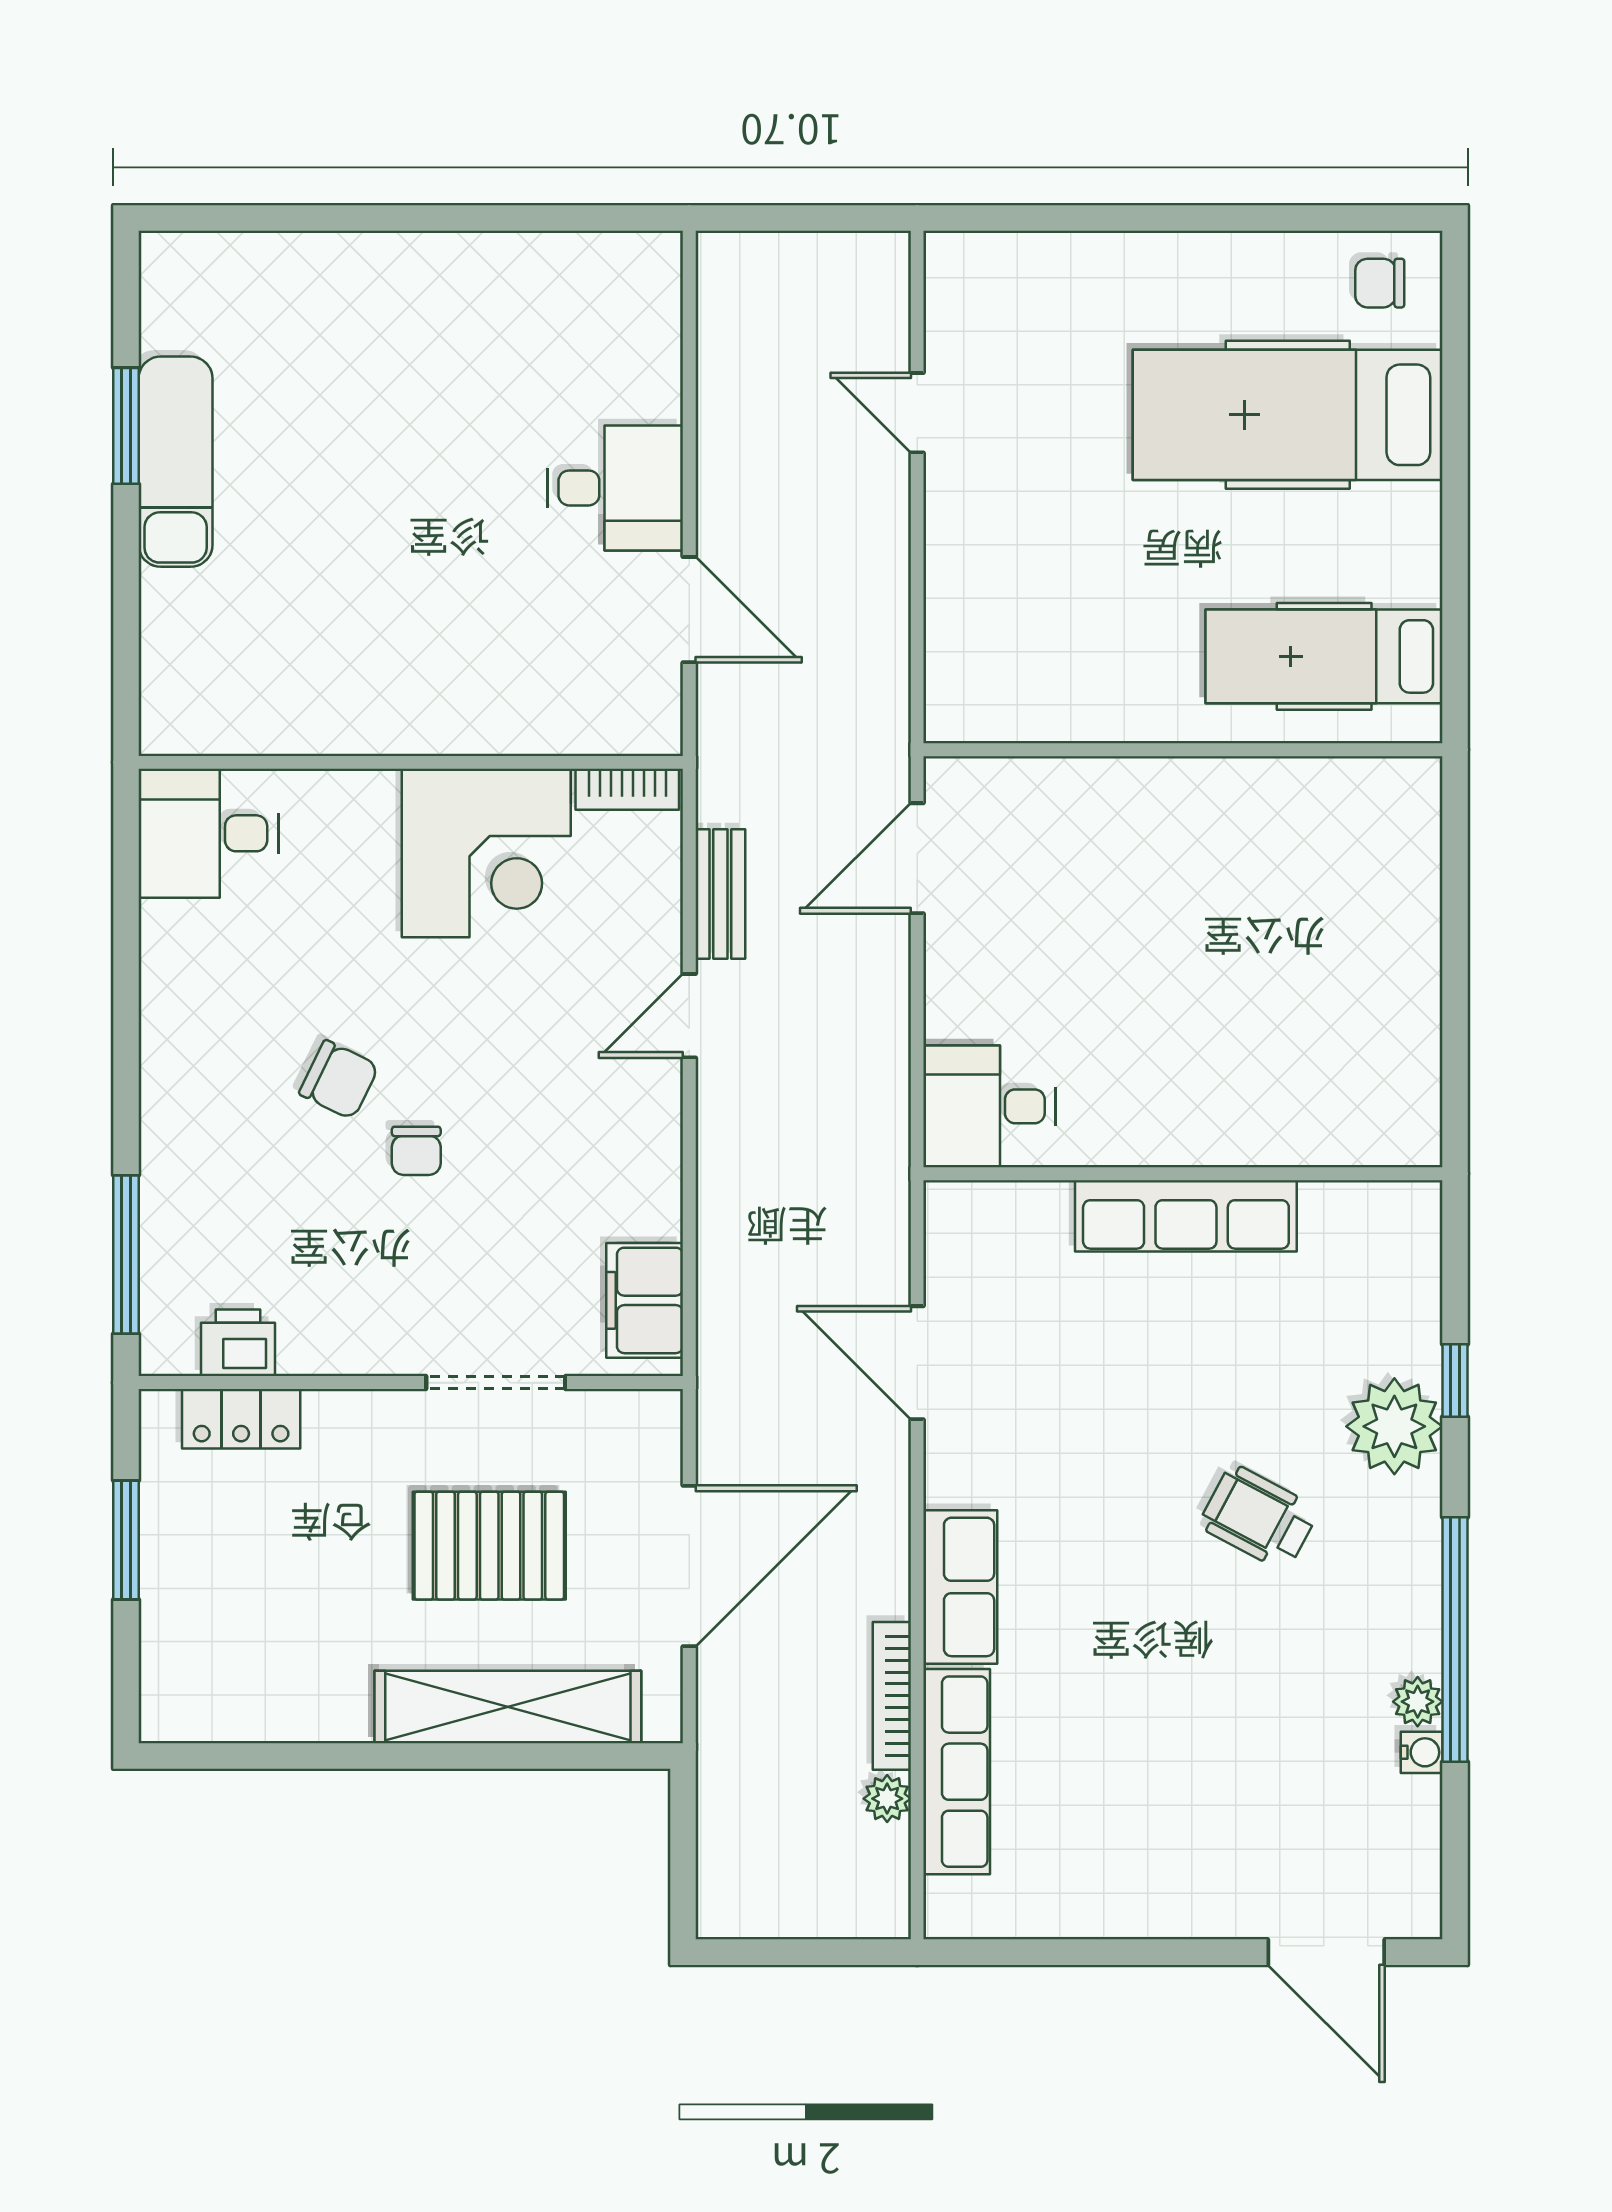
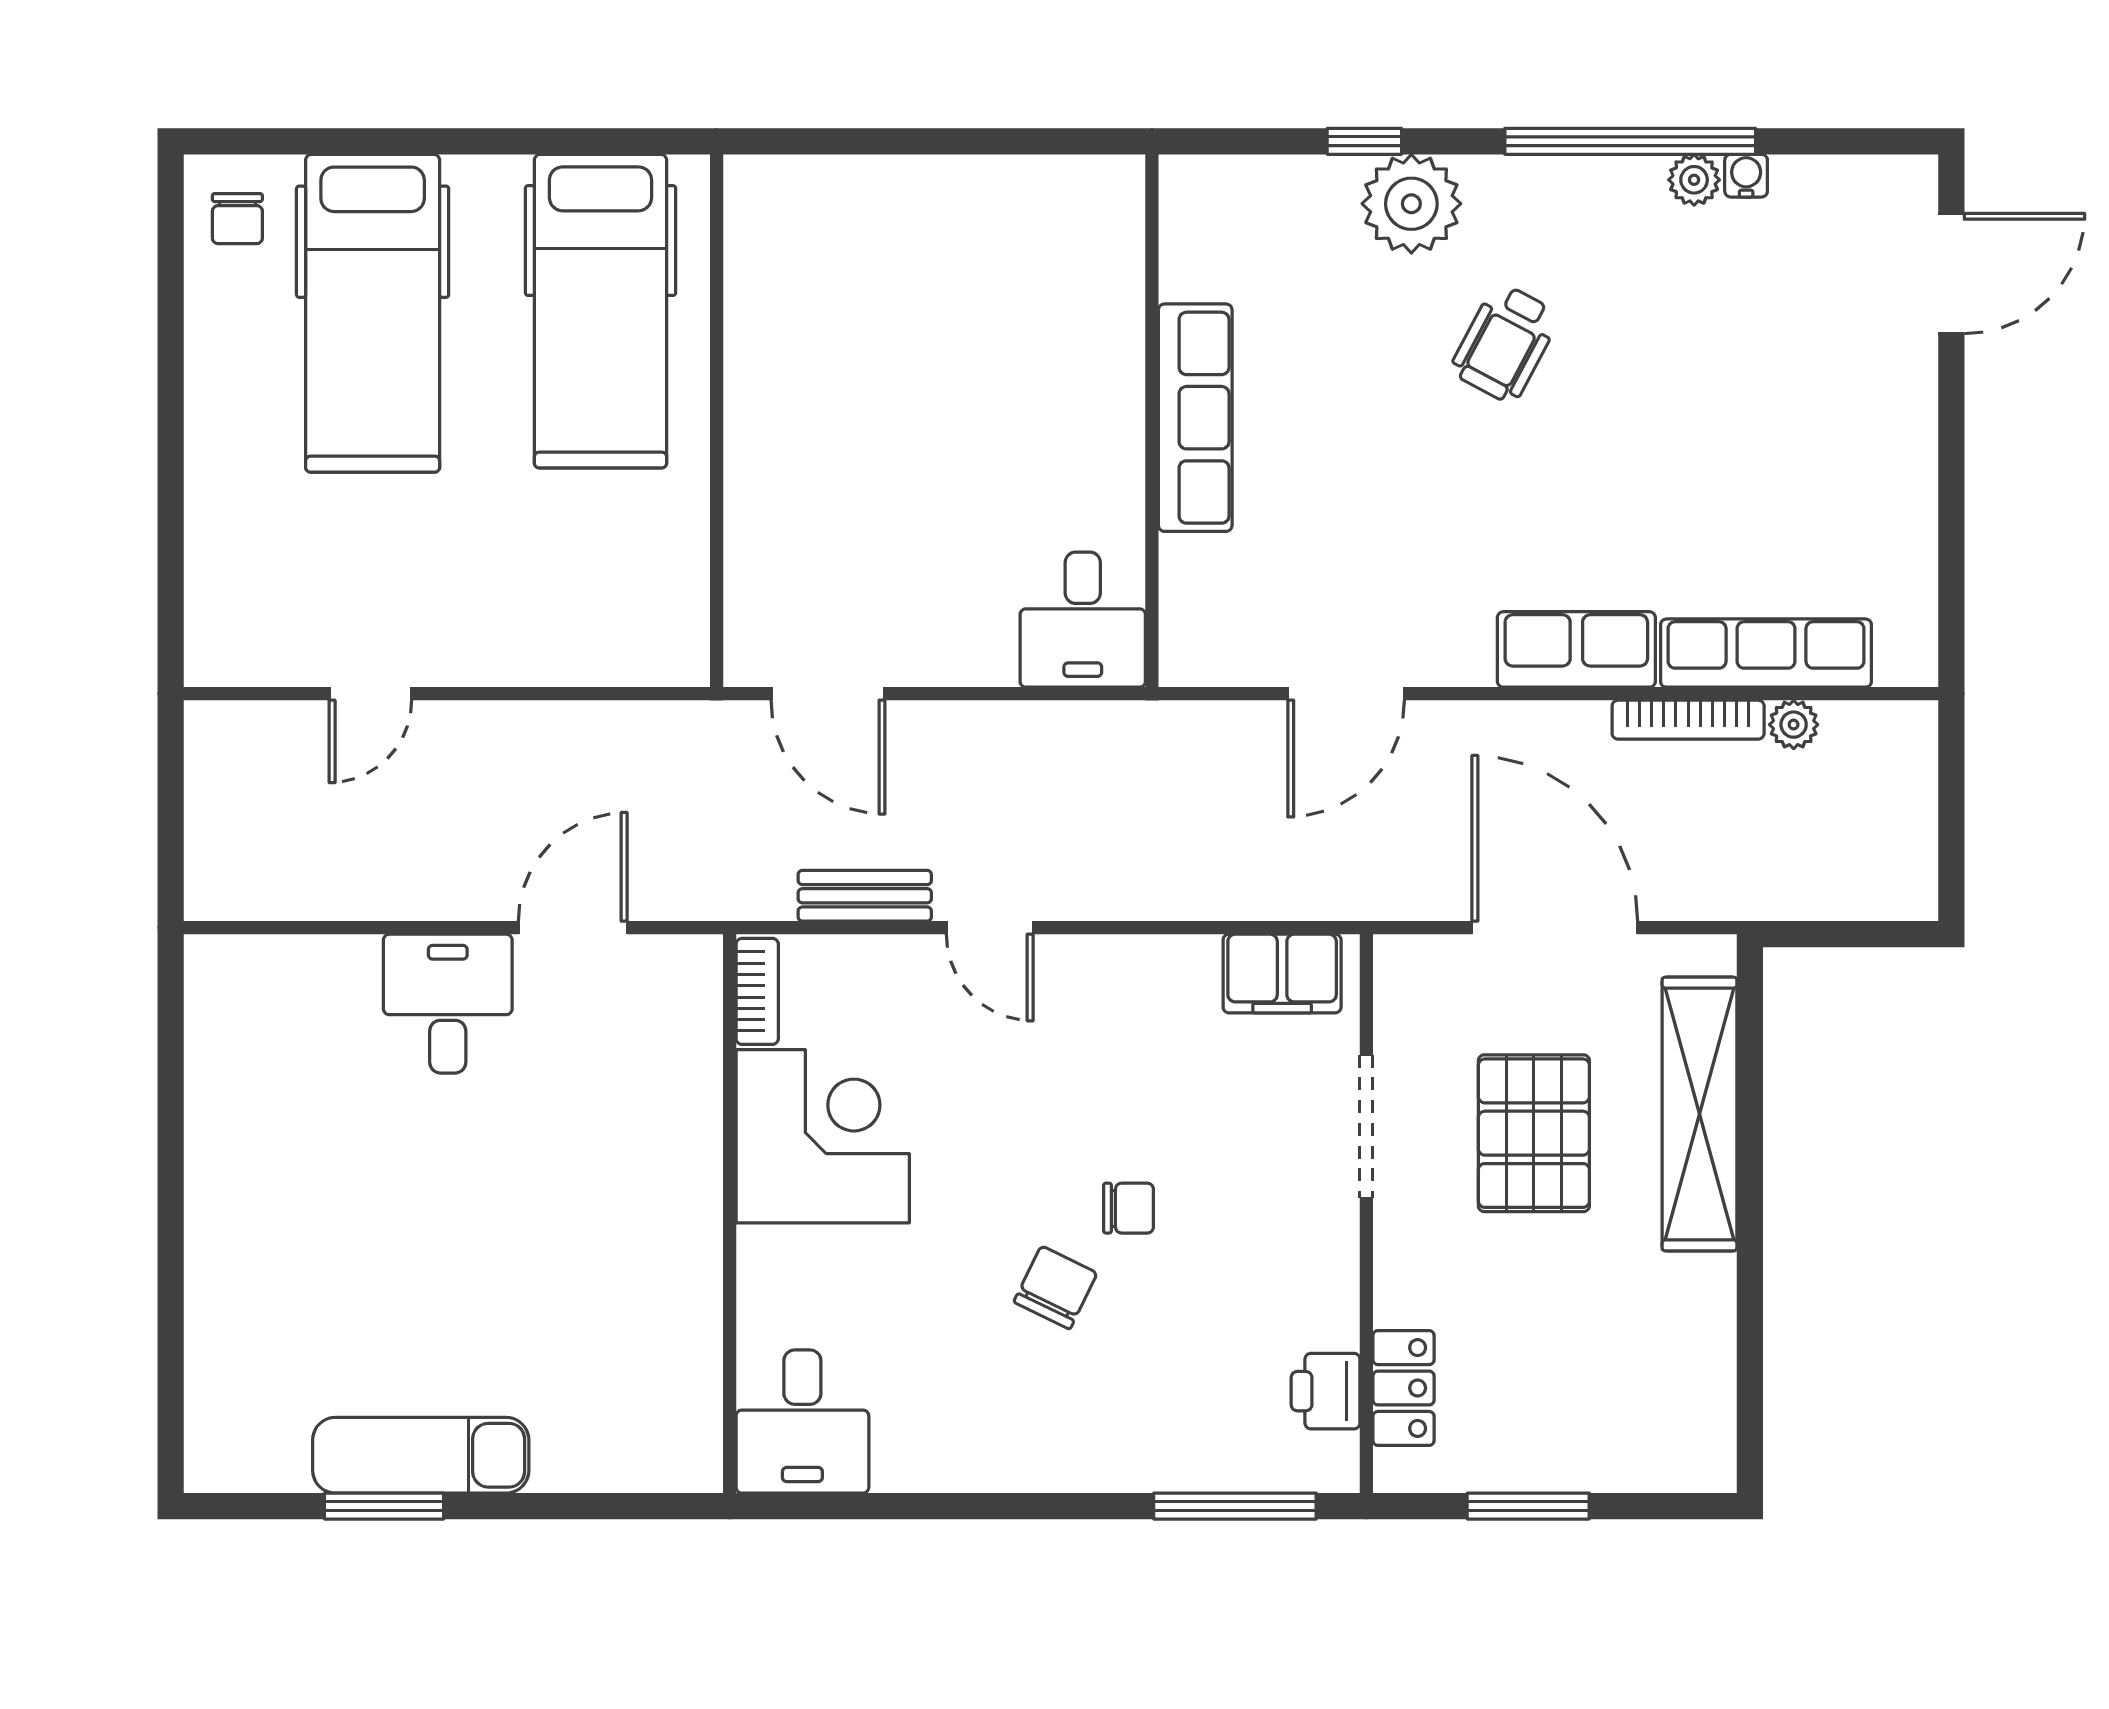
hospital bed: (1324, 656) -> (601, 311), width x1.37, depth x1.29

